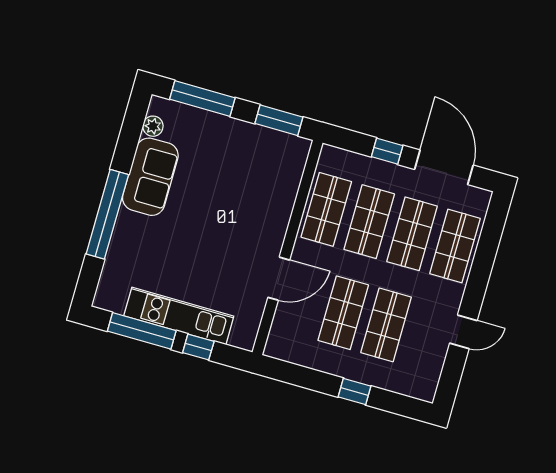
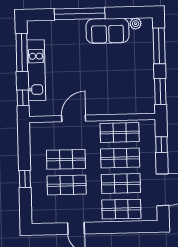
window: (387, 151) -> (162, 145), moved
door: (279, 279) -> (74, 118), swing flipped
window: (198, 347) -> (23, 98), moved

